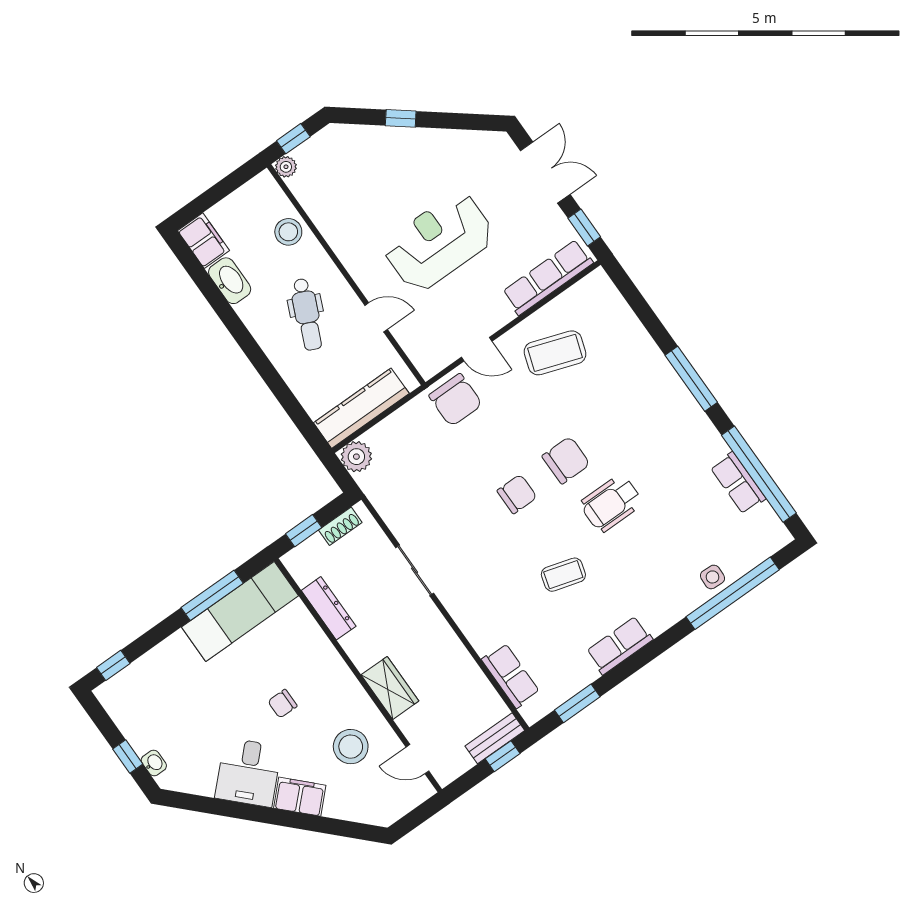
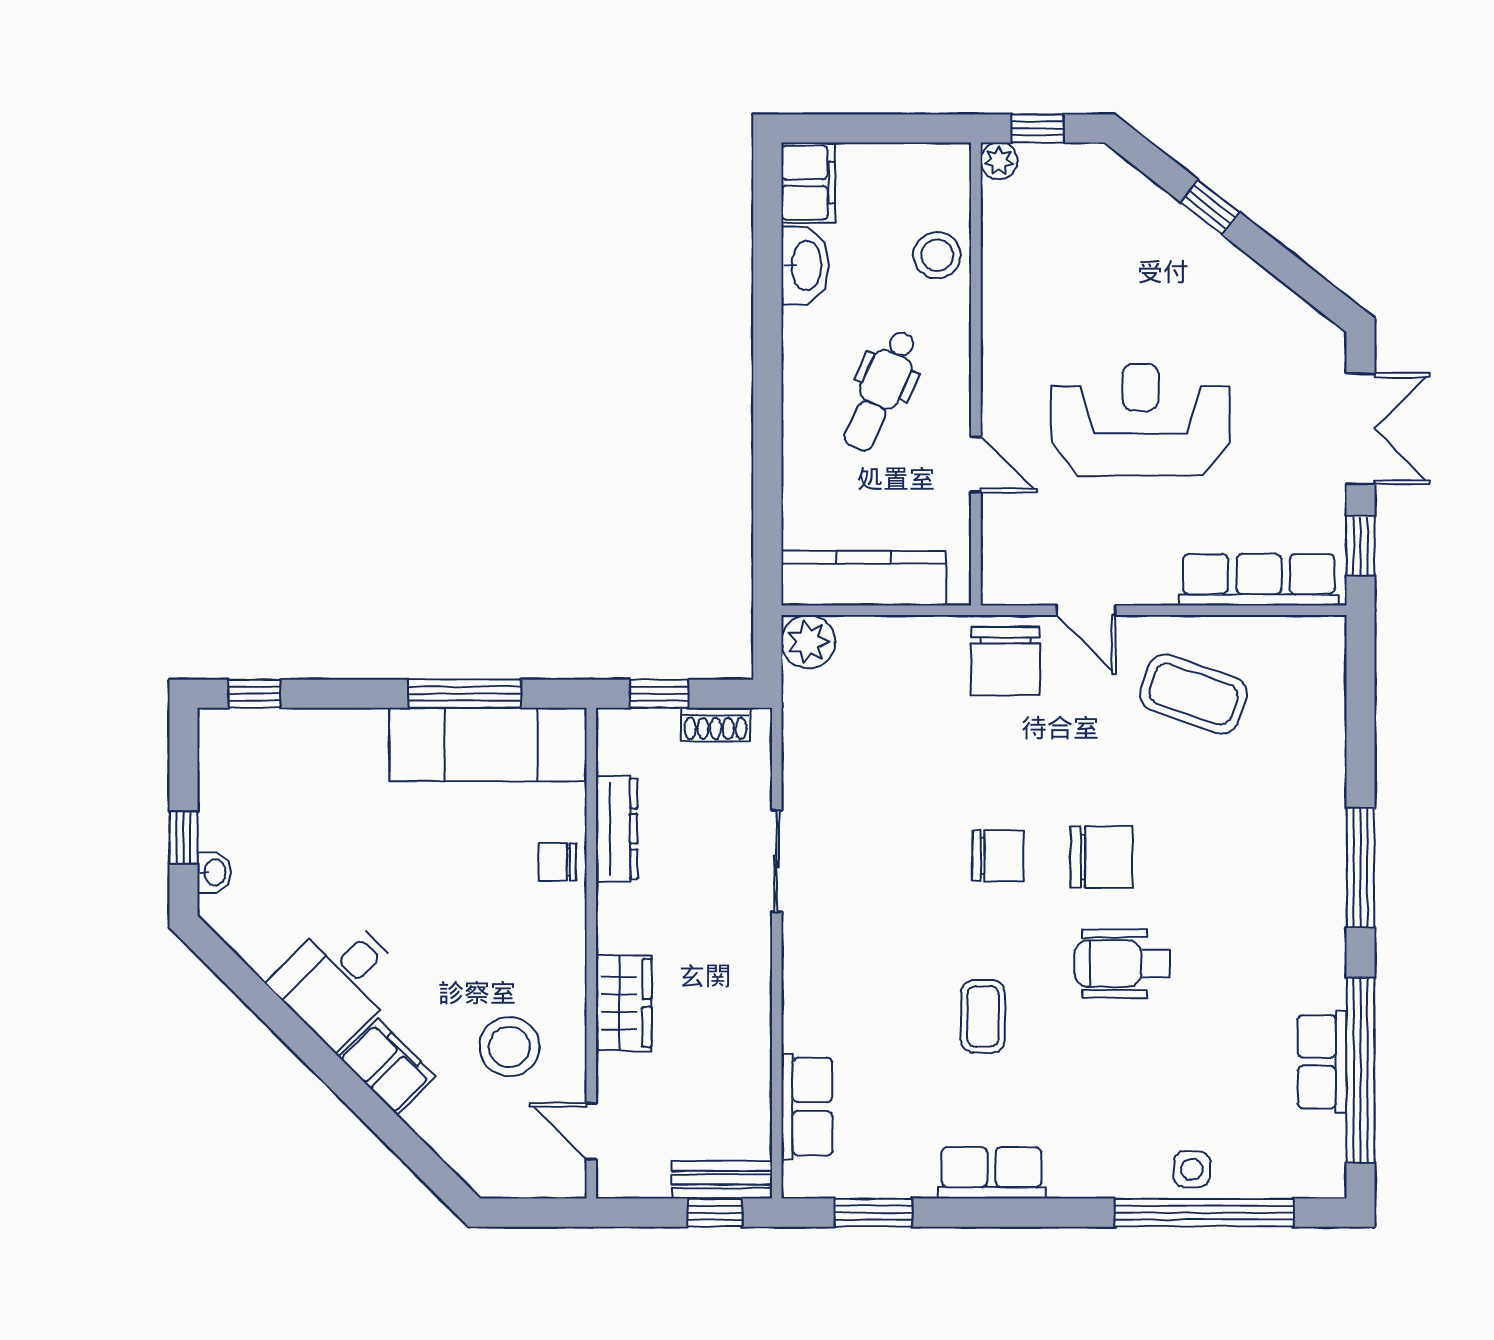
coffee table: (563, 575) -> (983, 1016), turned 74
chair: (282, 704) -> (557, 862), moved

